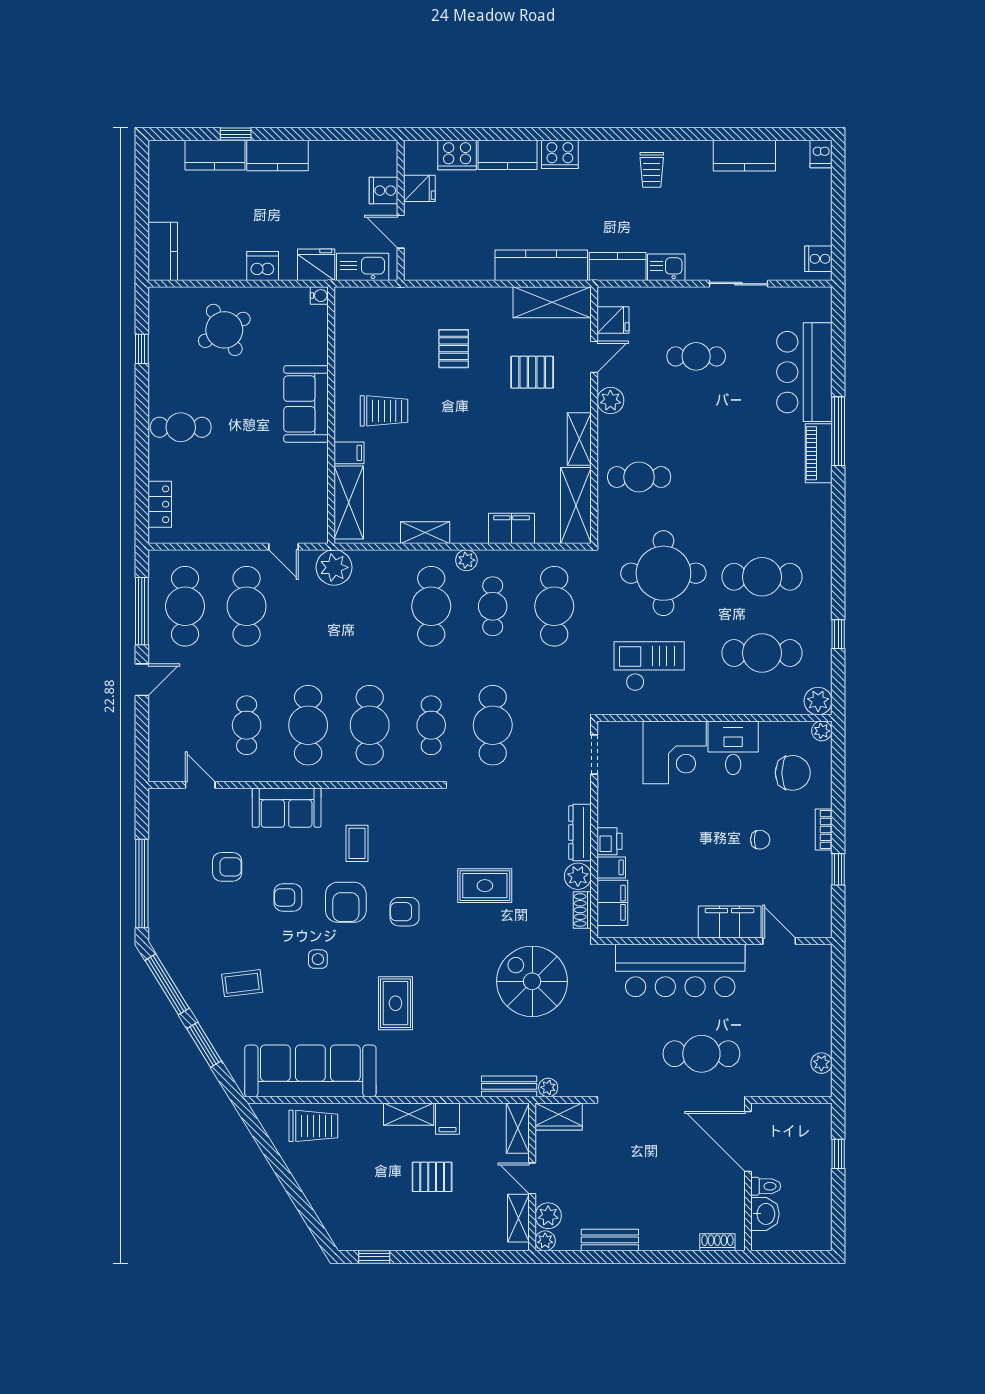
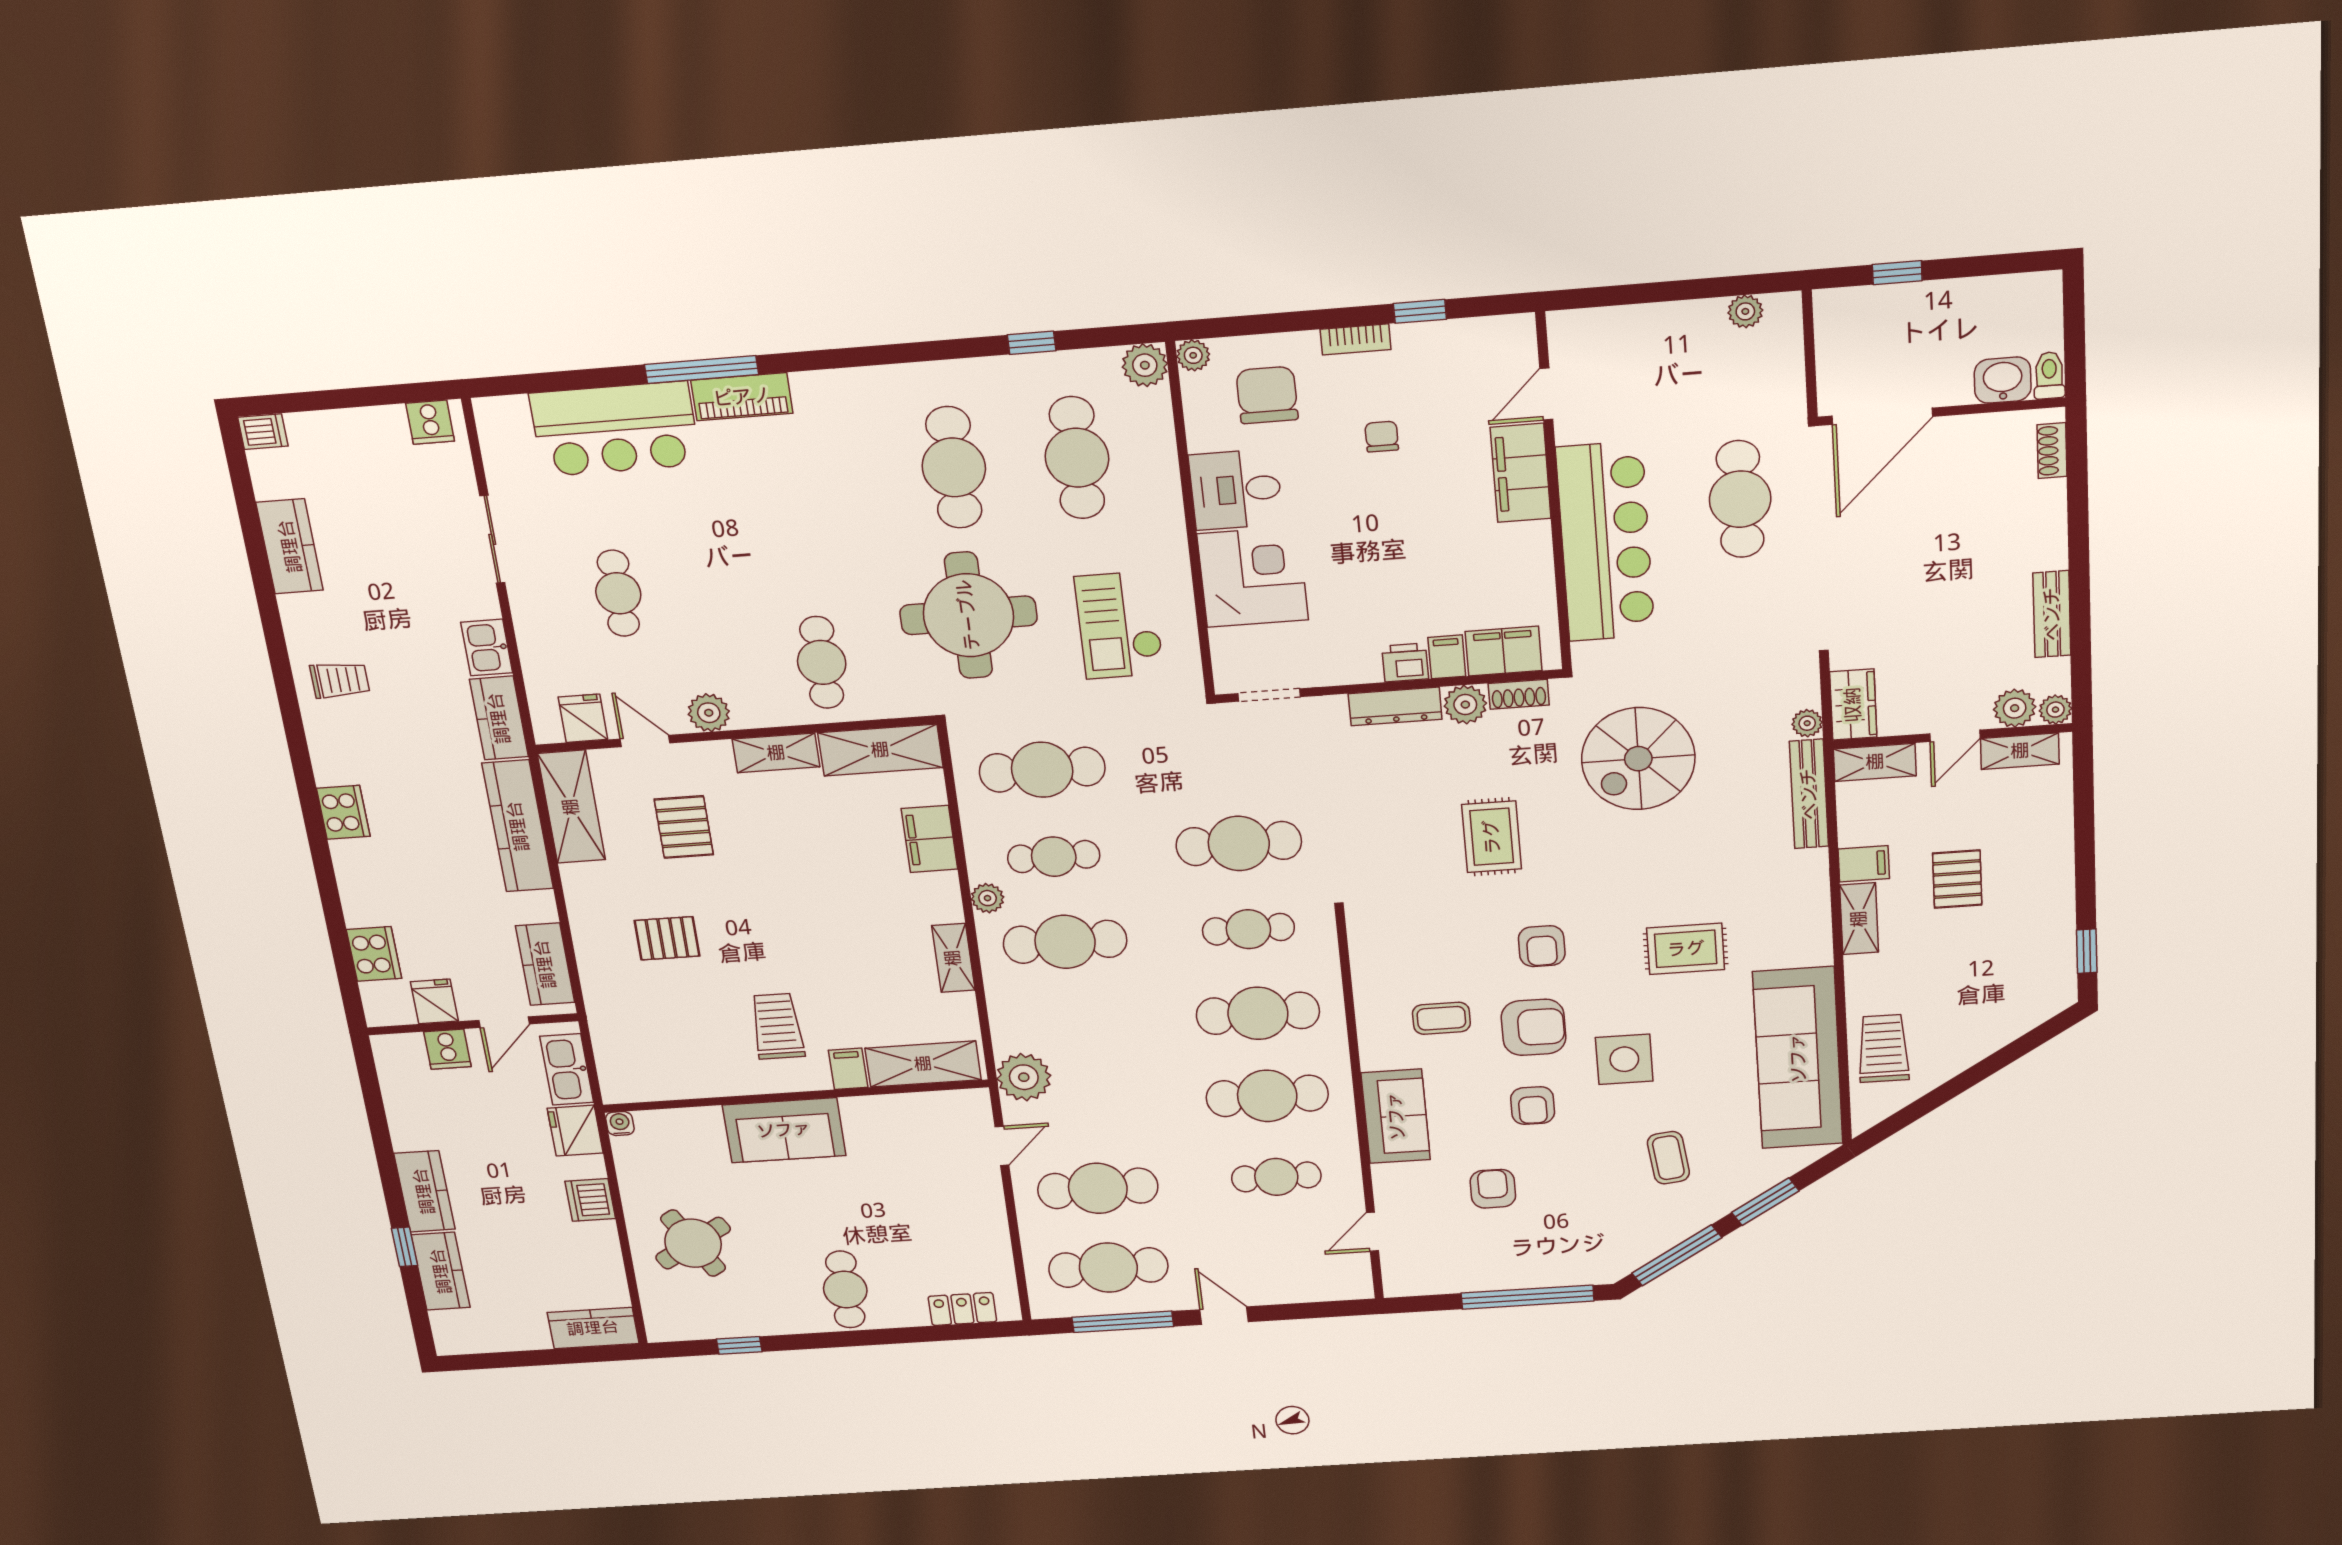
kitchen counter: (508, 155) -> (545, 964), moved, turned 180
side table: (318, 959) -> (1624, 1059), width x1.87, depth x1.87
bench: (509, 1086) -> (1809, 794), width x1.36
toilet: (766, 1186) -> (2049, 375), moved

